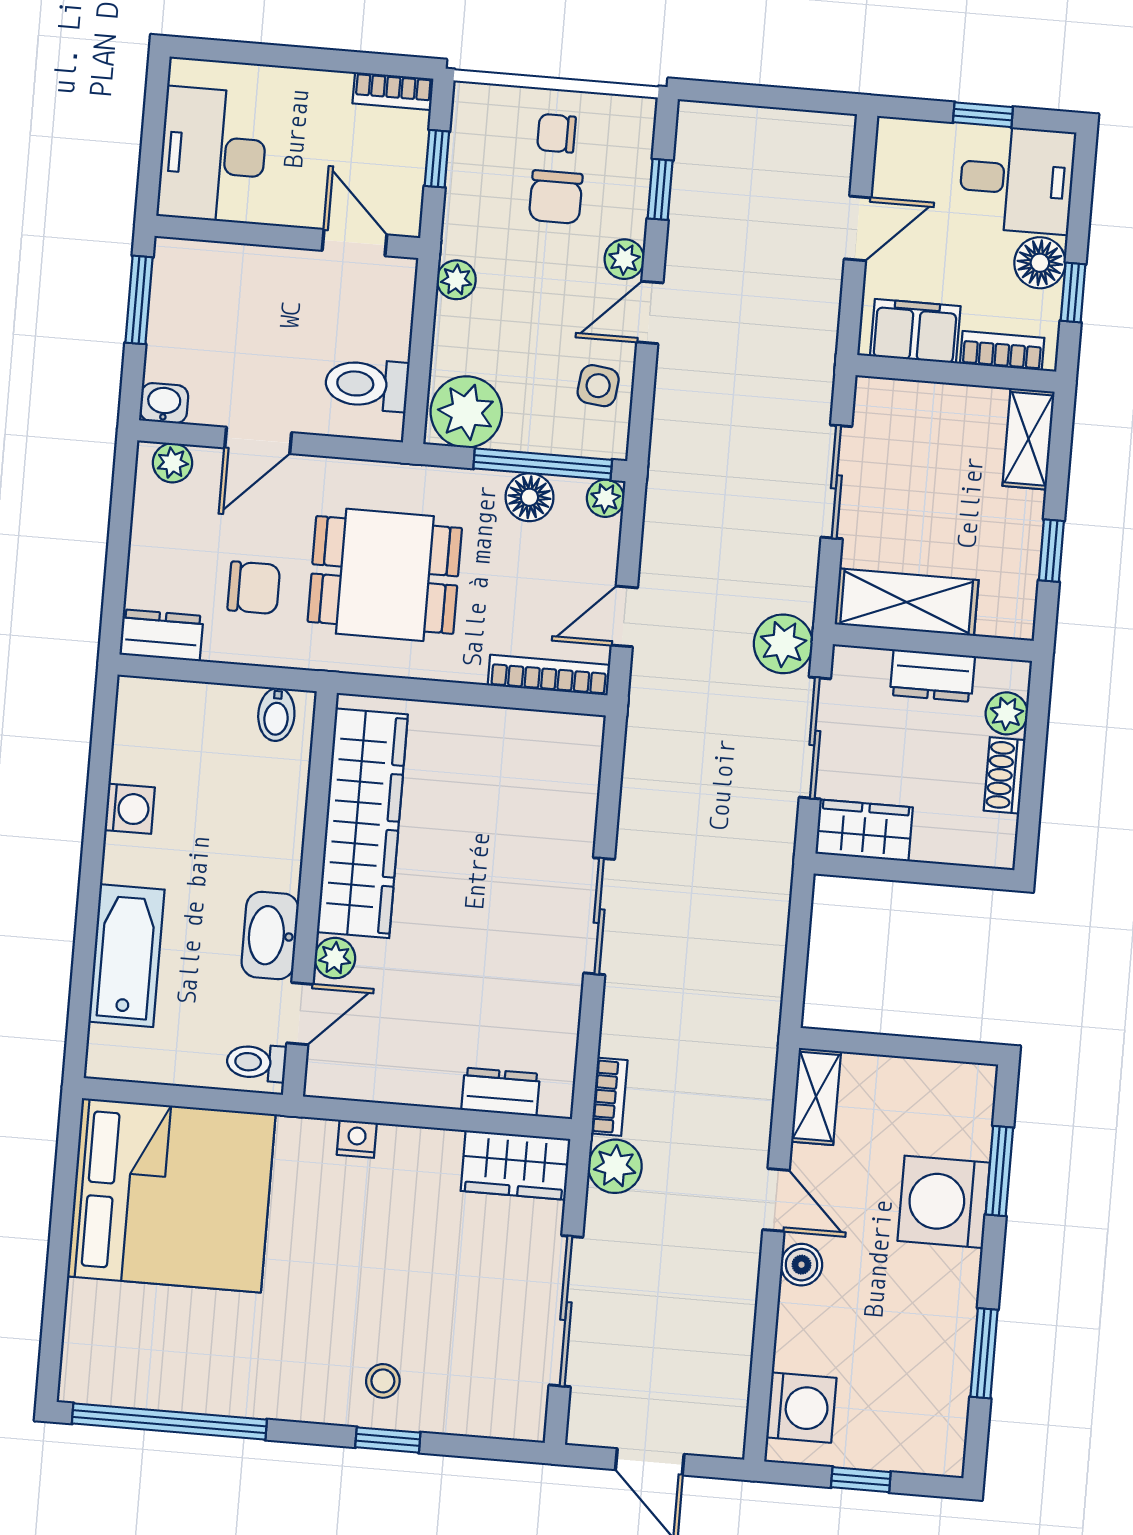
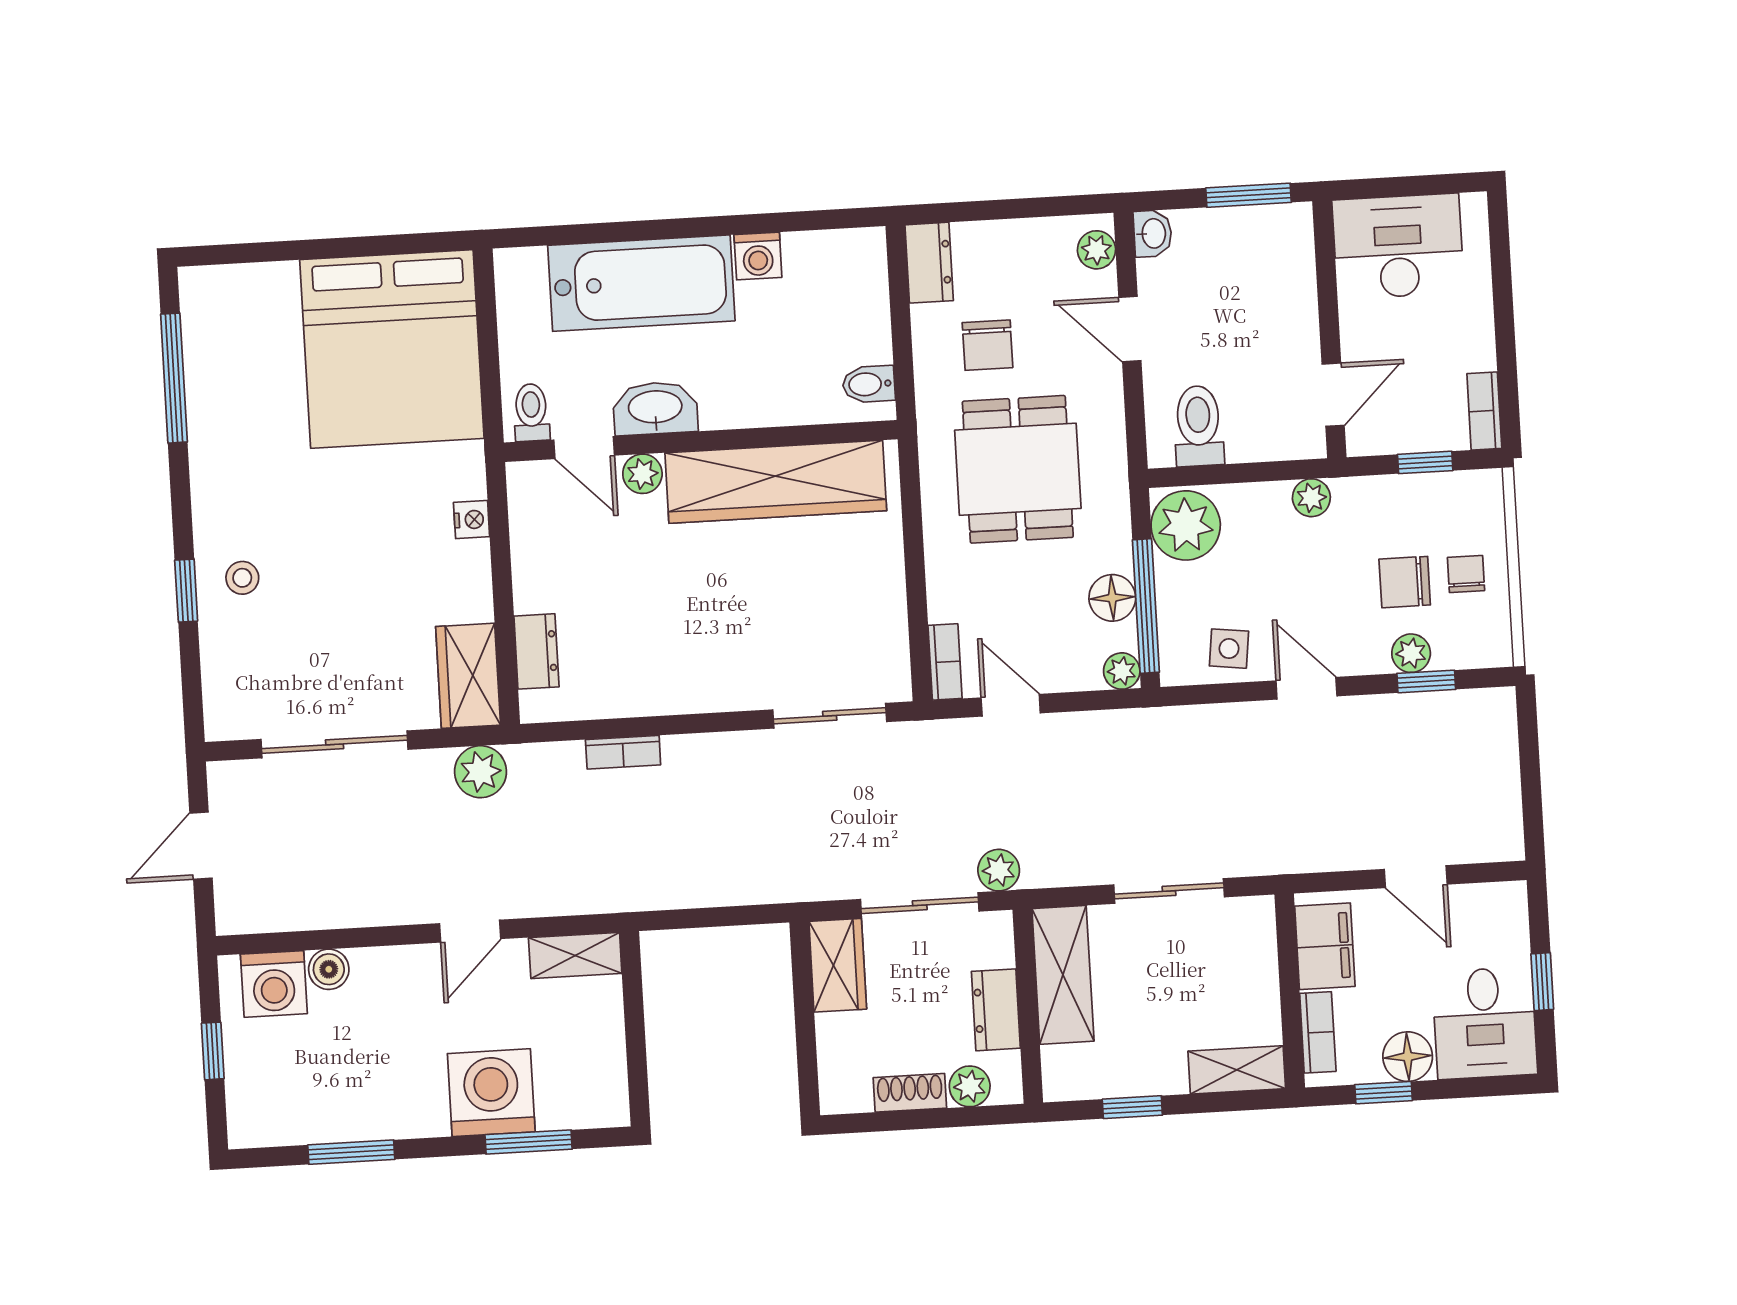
plant: (624, 259) -> (1411, 653), moved
plant: (783, 644) -> (999, 870), width x0.73, depth x0.73
bookcase: (549, 675) -> (945, 662), width x0.64
sliding door: (599, 916) -> (830, 716), moved
bathtub: (127, 956) -> (641, 283), width x1.36, depth x1.36
bookcase: (609, 1097) -> (623, 752), moved
boiler: (801, 1265) -> (329, 969), moved
window: (169, 1422) -> (174, 378), width x0.68

